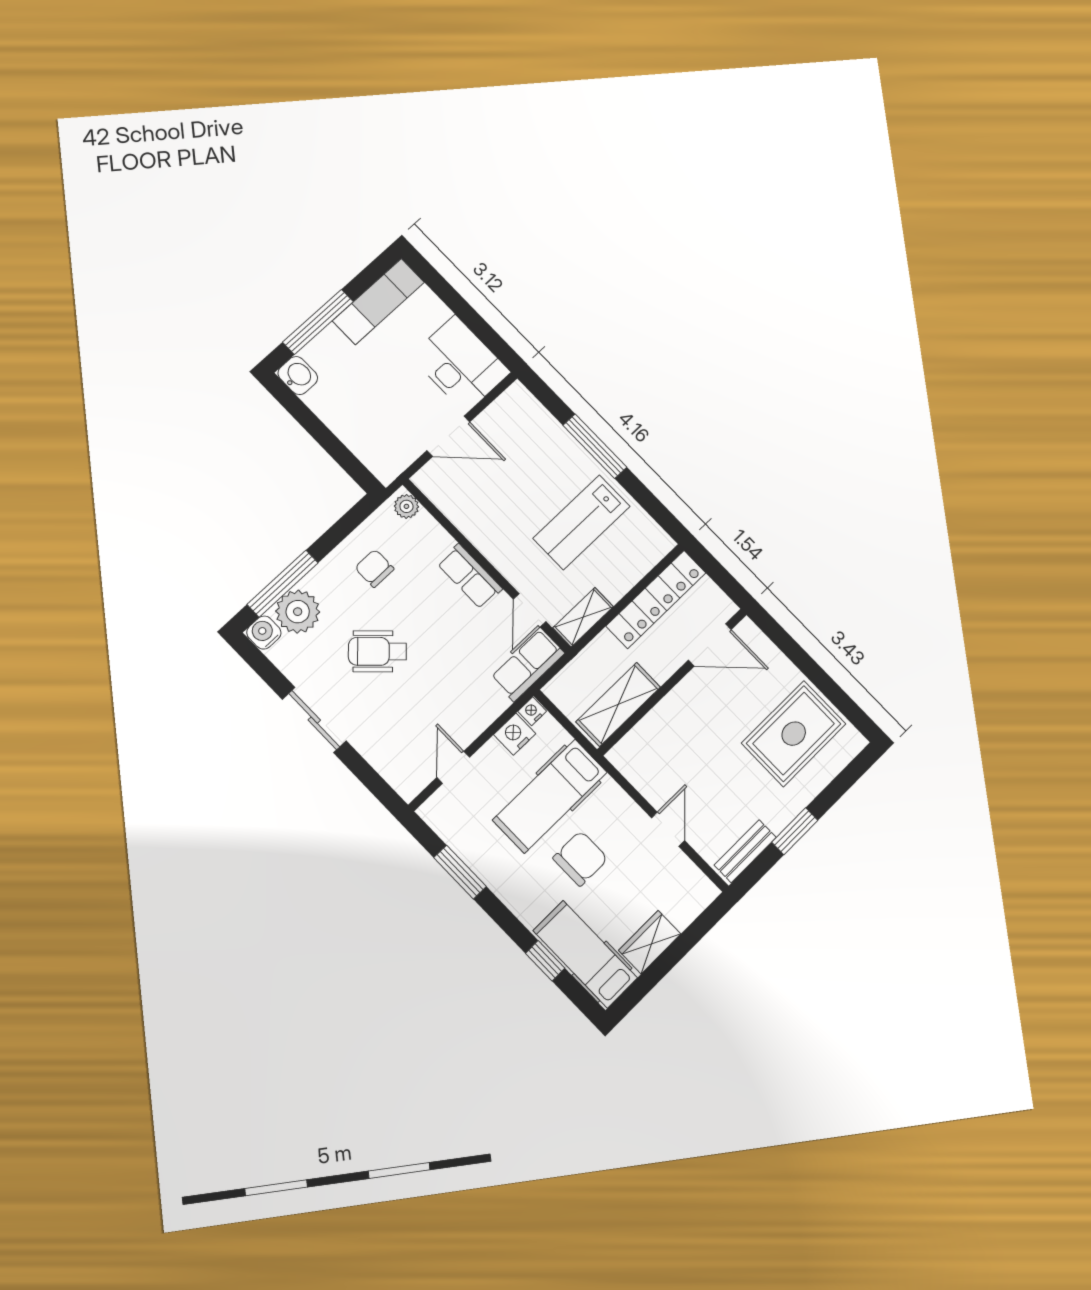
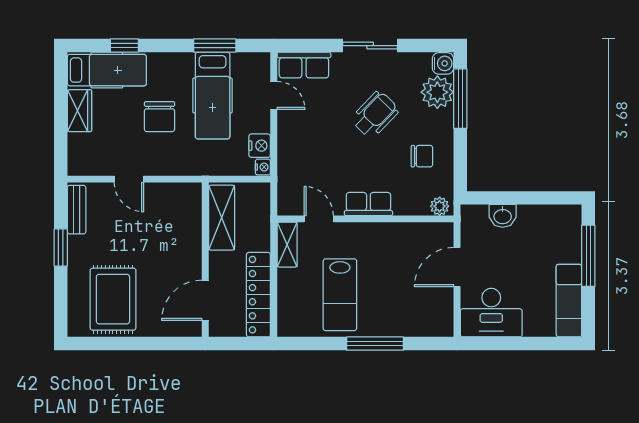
washbasin: (298, 376) -> (503, 216), moved
lab bench: (581, 522) -> (340, 295), turned 180
row of seats: (528, 665) -> (304, 65), moved, turned 90
hospital bed: (550, 796) -> (213, 96), moved, turned 180

